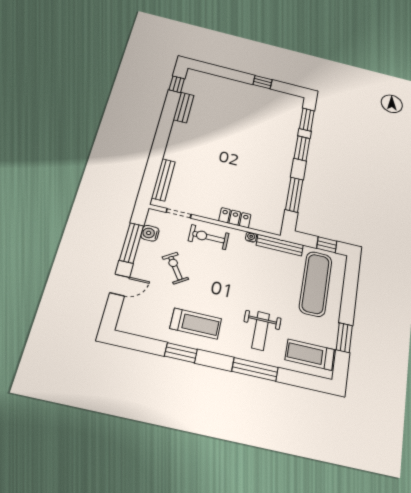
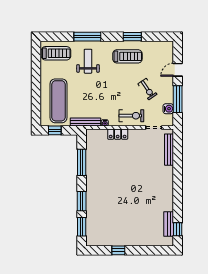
bench: (184, 108) -> (169, 224), moved
treadmill: (196, 324) -> (127, 56), turned 180
window: (344, 338) -> (36, 69), removed

